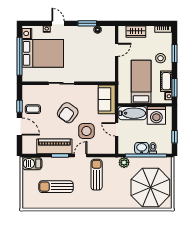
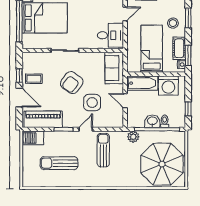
desk: (103, 69) -> (110, 35), added
piano: (54, 146) -> (43, 119), moved

